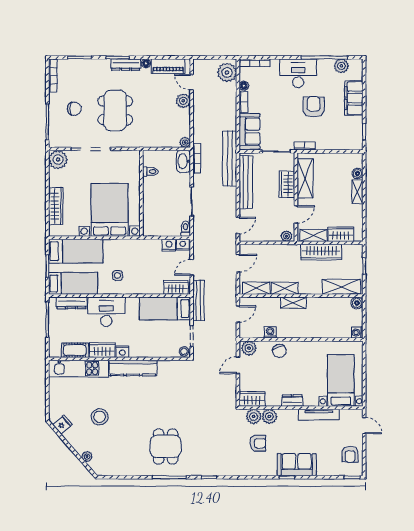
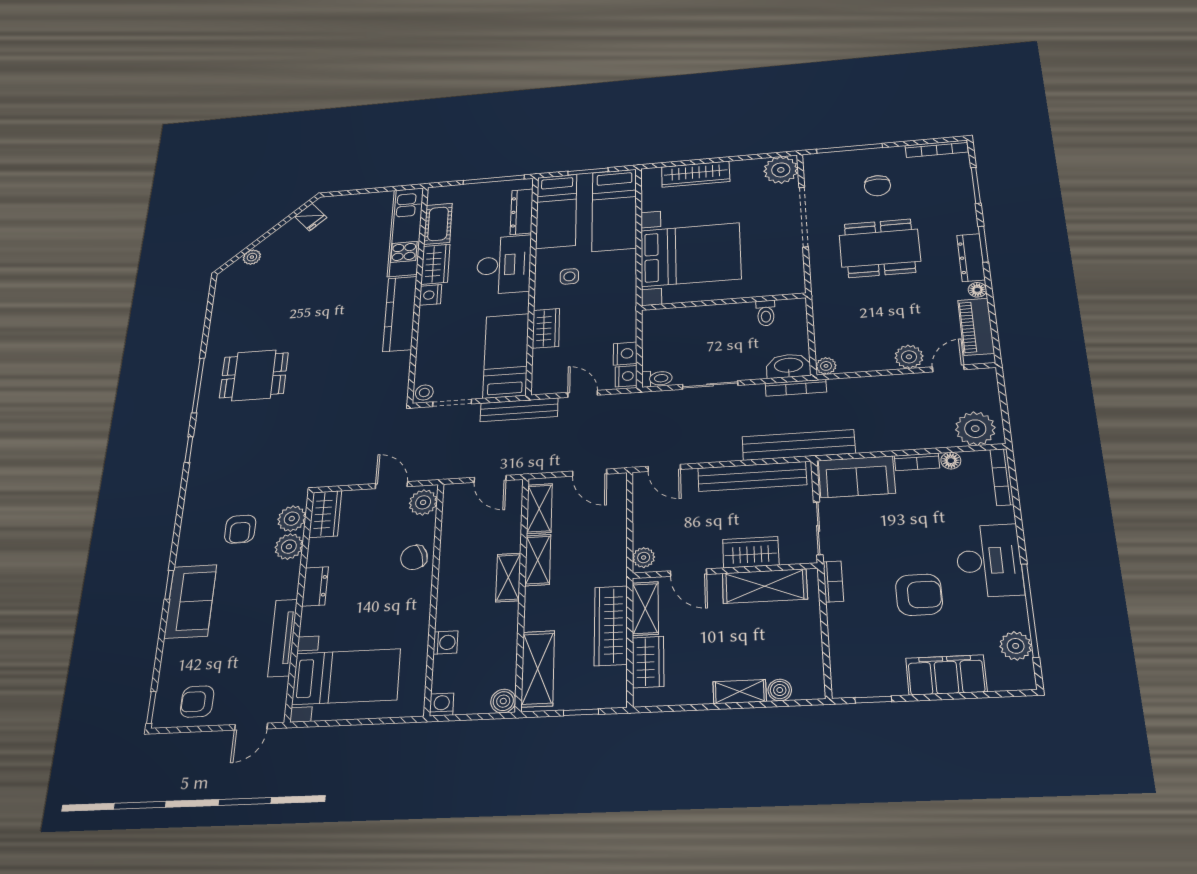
wardrobe: (176, 287) -> (546, 328), moved
washing machine: (270, 332) -> (446, 642), moved
stool: (100, 417) -> (318, 270), removed

